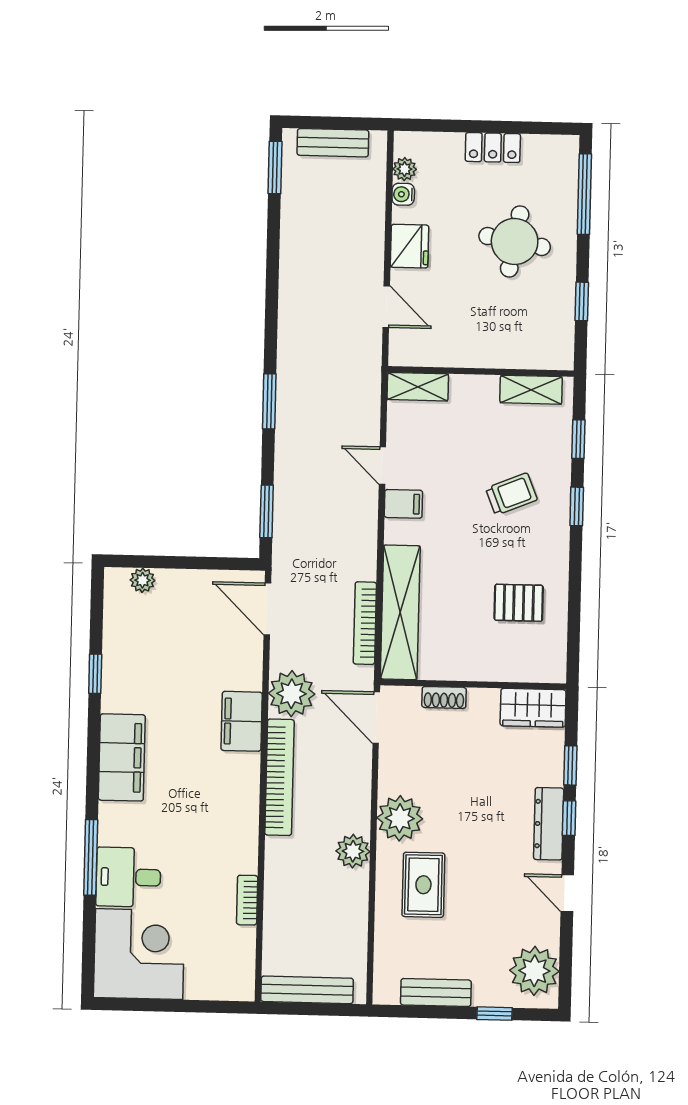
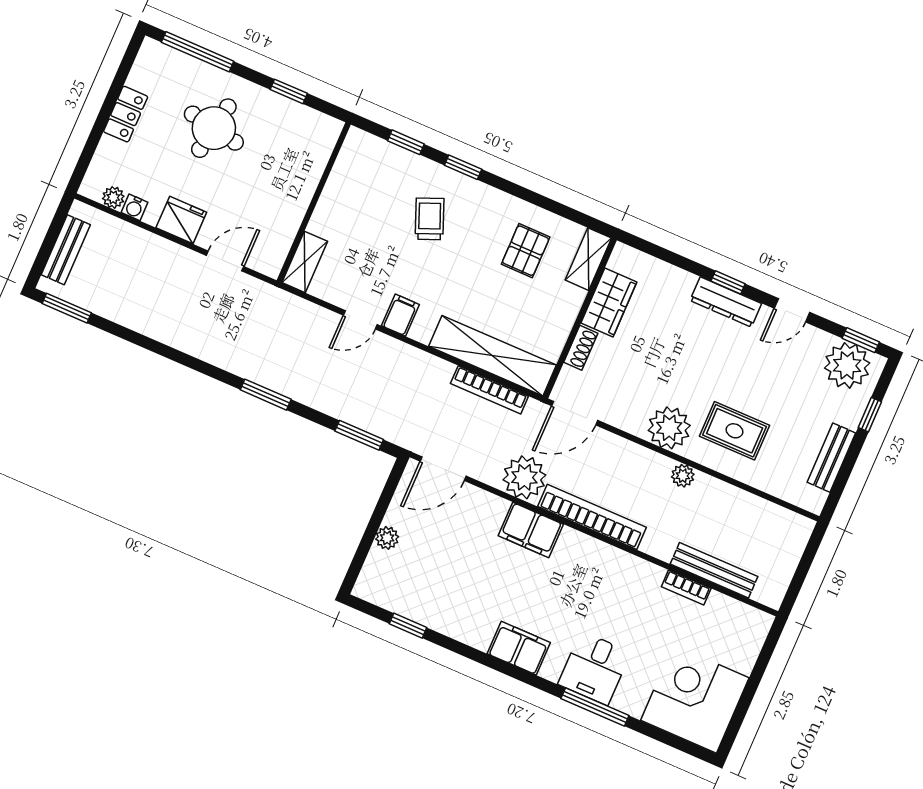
shelving: (531, 390) -> (588, 259), moved
plant: (143, 580) -> (387, 538), moved
window: (95, 674) -> (408, 626), moved
wardrobe: (533, 708) -> (609, 302), moved
filing cabinet: (122, 757) -> (519, 648), width x0.67, depth x0.86
window: (570, 765) -> (861, 340), moved
plant: (353, 851) -> (683, 476), width x0.73, depth x0.73
desk: (128, 877) -> (594, 668), moved
bench: (307, 990) -> (714, 570), moved, turned 90

